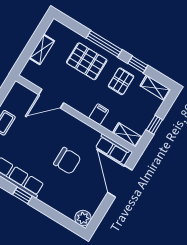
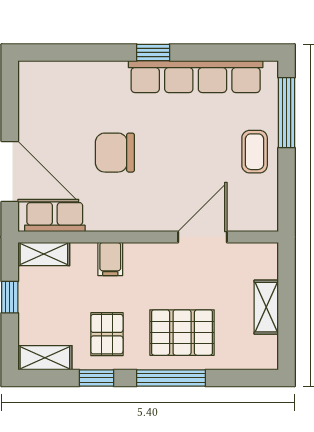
plant: (83, 218) -> (33, 76), removed

